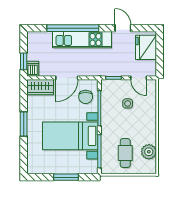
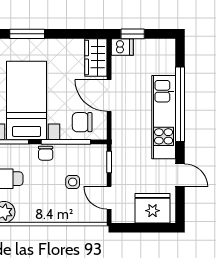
door: (123, 28) -> (180, 175), hinge flipped
door: (139, 78) -> (109, 198), hinge flipped
chair: (107, 122) -> (46, 153), added
window: (24, 124) -> (27, 34), moved

